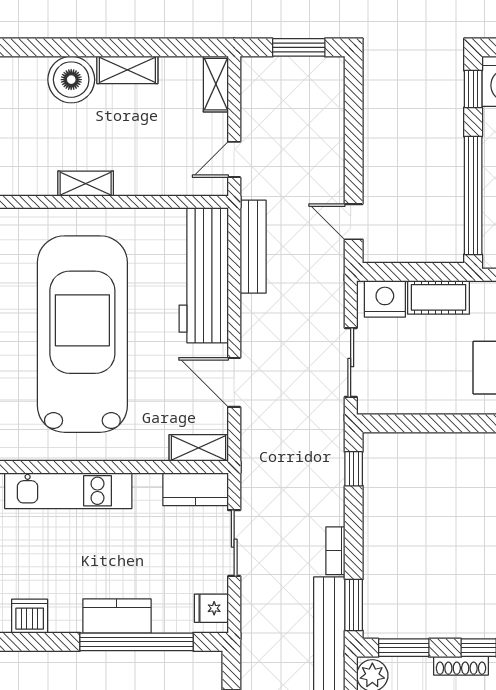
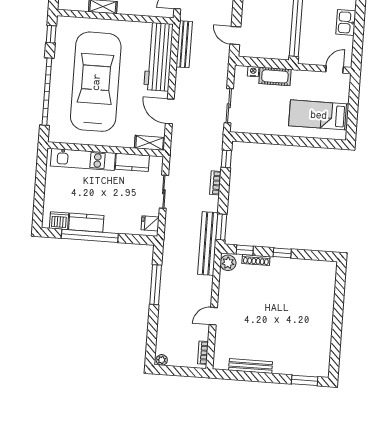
nightstand: (385, 299) -> (253, 71), width x0.53, depth x0.56
kitchen counter: (196, 489) -> (132, 162), moved
bookcase: (335, 551) -> (215, 183), moved
kitchen counter: (117, 616) -> (86, 223), moved
window: (137, 642) -> (90, 236), moved
window: (404, 648) -> (245, 250), width x0.67
shoe rack: (461, 666) -> (256, 260), moved

